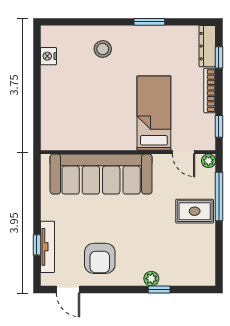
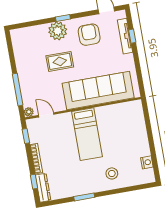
bed: (154, 113) -> (87, 134), moved
rug: (195, 211) -> (60, 61), moved
plant: (151, 279) -> (58, 31), width x1.88, depth x1.88
window: (159, 290) -> (63, 18), moved

